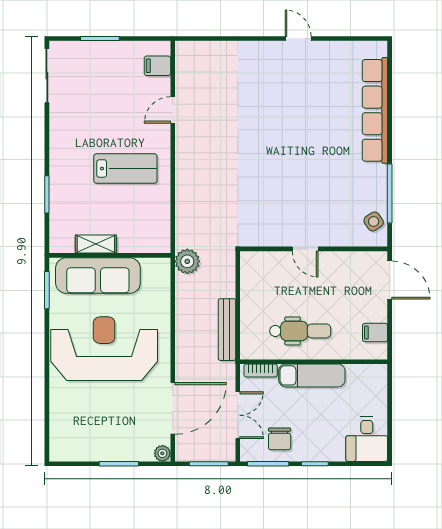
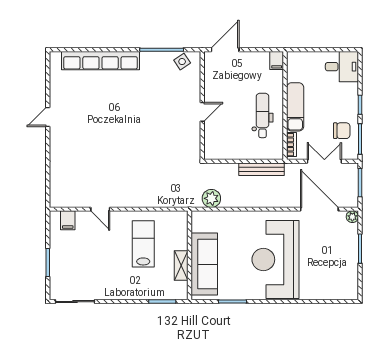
shelving: (96, 244) -> (181, 266), moved
wall: (110, 255) -> (189, 255), moved
sofa: (98, 276) -> (204, 264), moved
filing cabinet: (375, 333) -> (277, 60), moved

